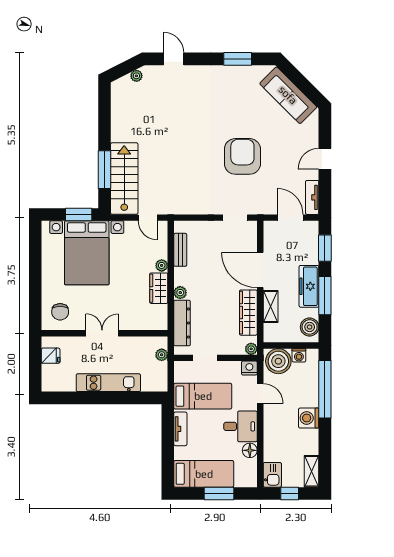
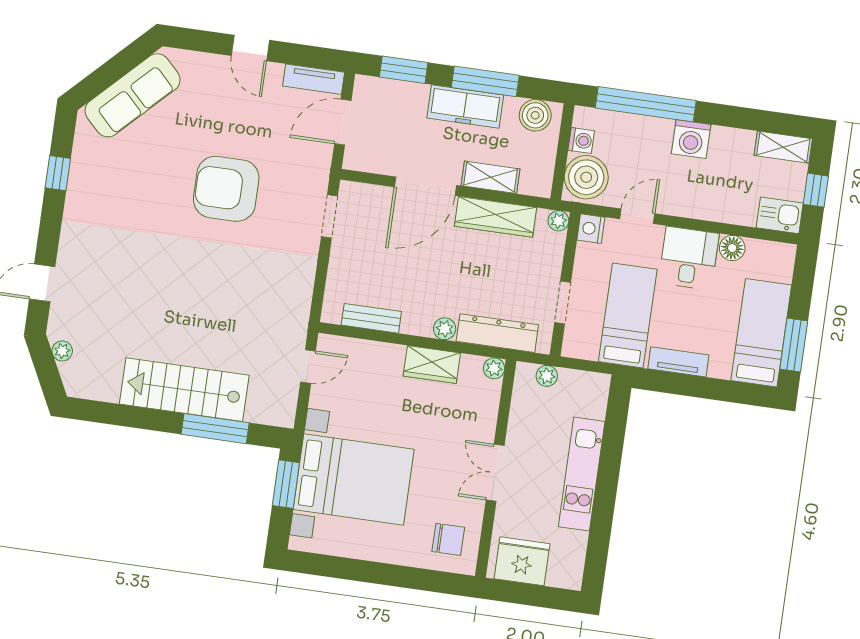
window: (238, 59) -> (58, 173), width x0.67
stairs: (124, 179) -> (184, 390), moved
plant: (162, 265) -> (494, 368), moved
fridge: (51, 356) -> (522, 561), width x1.88, depth x1.34
window: (219, 493) -> (794, 345), moved

